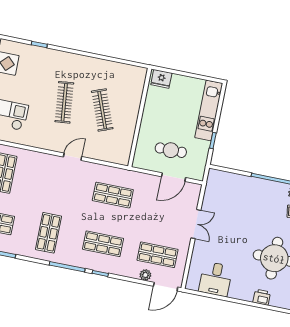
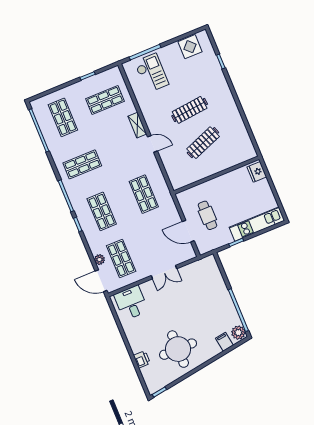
shelving: (46, 159) -> (137, 125), added
desk: (216, 279) -> (131, 303), moved, turned 90

